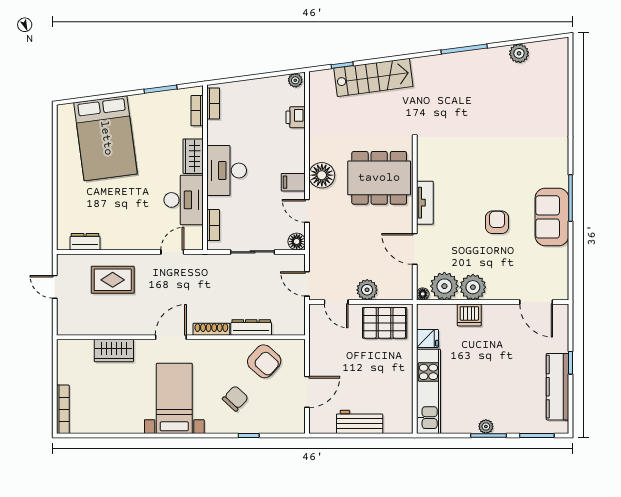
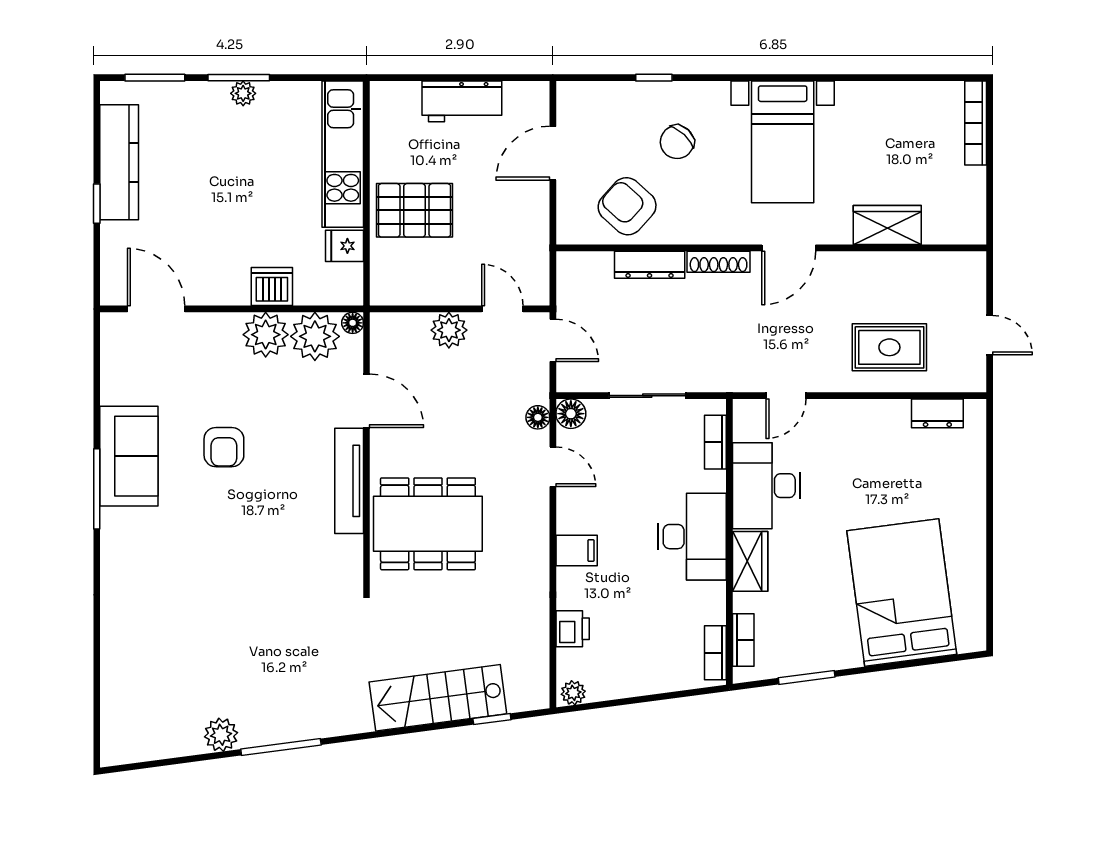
plant: (519, 53) -> (221, 735), moved
floor lamp: (322, 175) -> (538, 417), moved, width x0.53, depth x0.53
filing cabinet: (293, 182) -> (577, 551), moved
tv unit: (425, 203) -> (349, 481), width x1.41
pallet: (385, 323) -> (414, 210), moved

